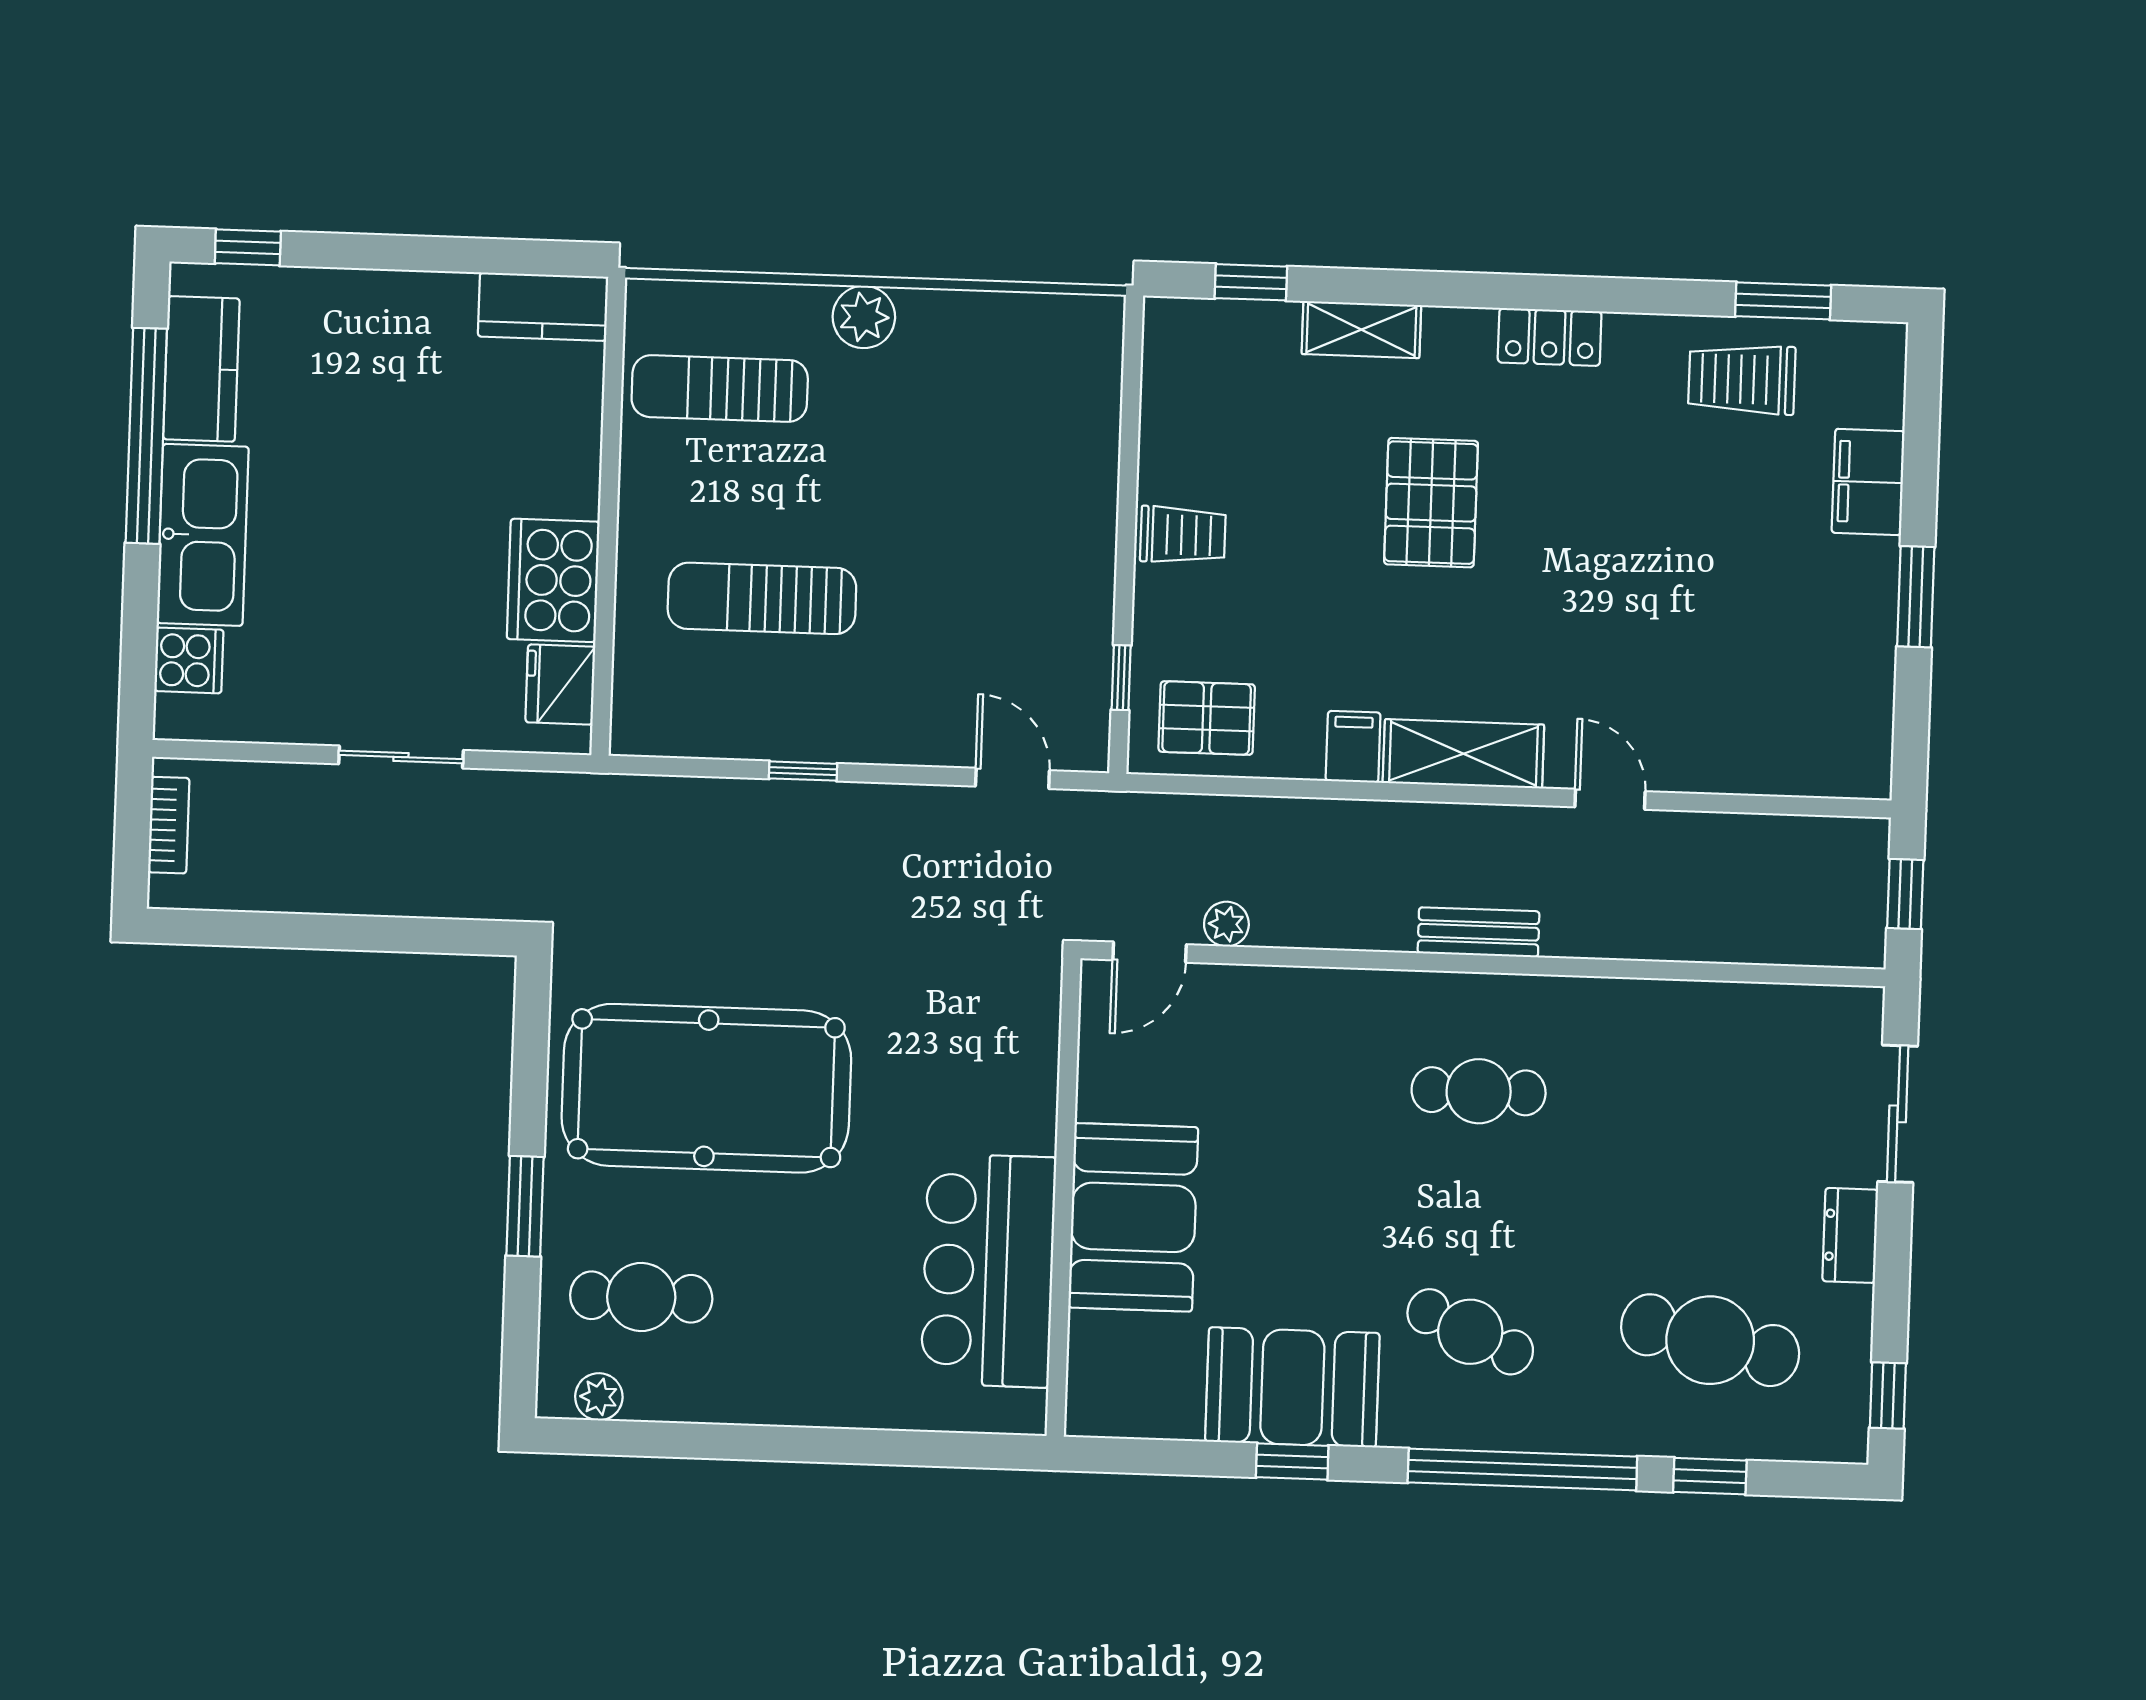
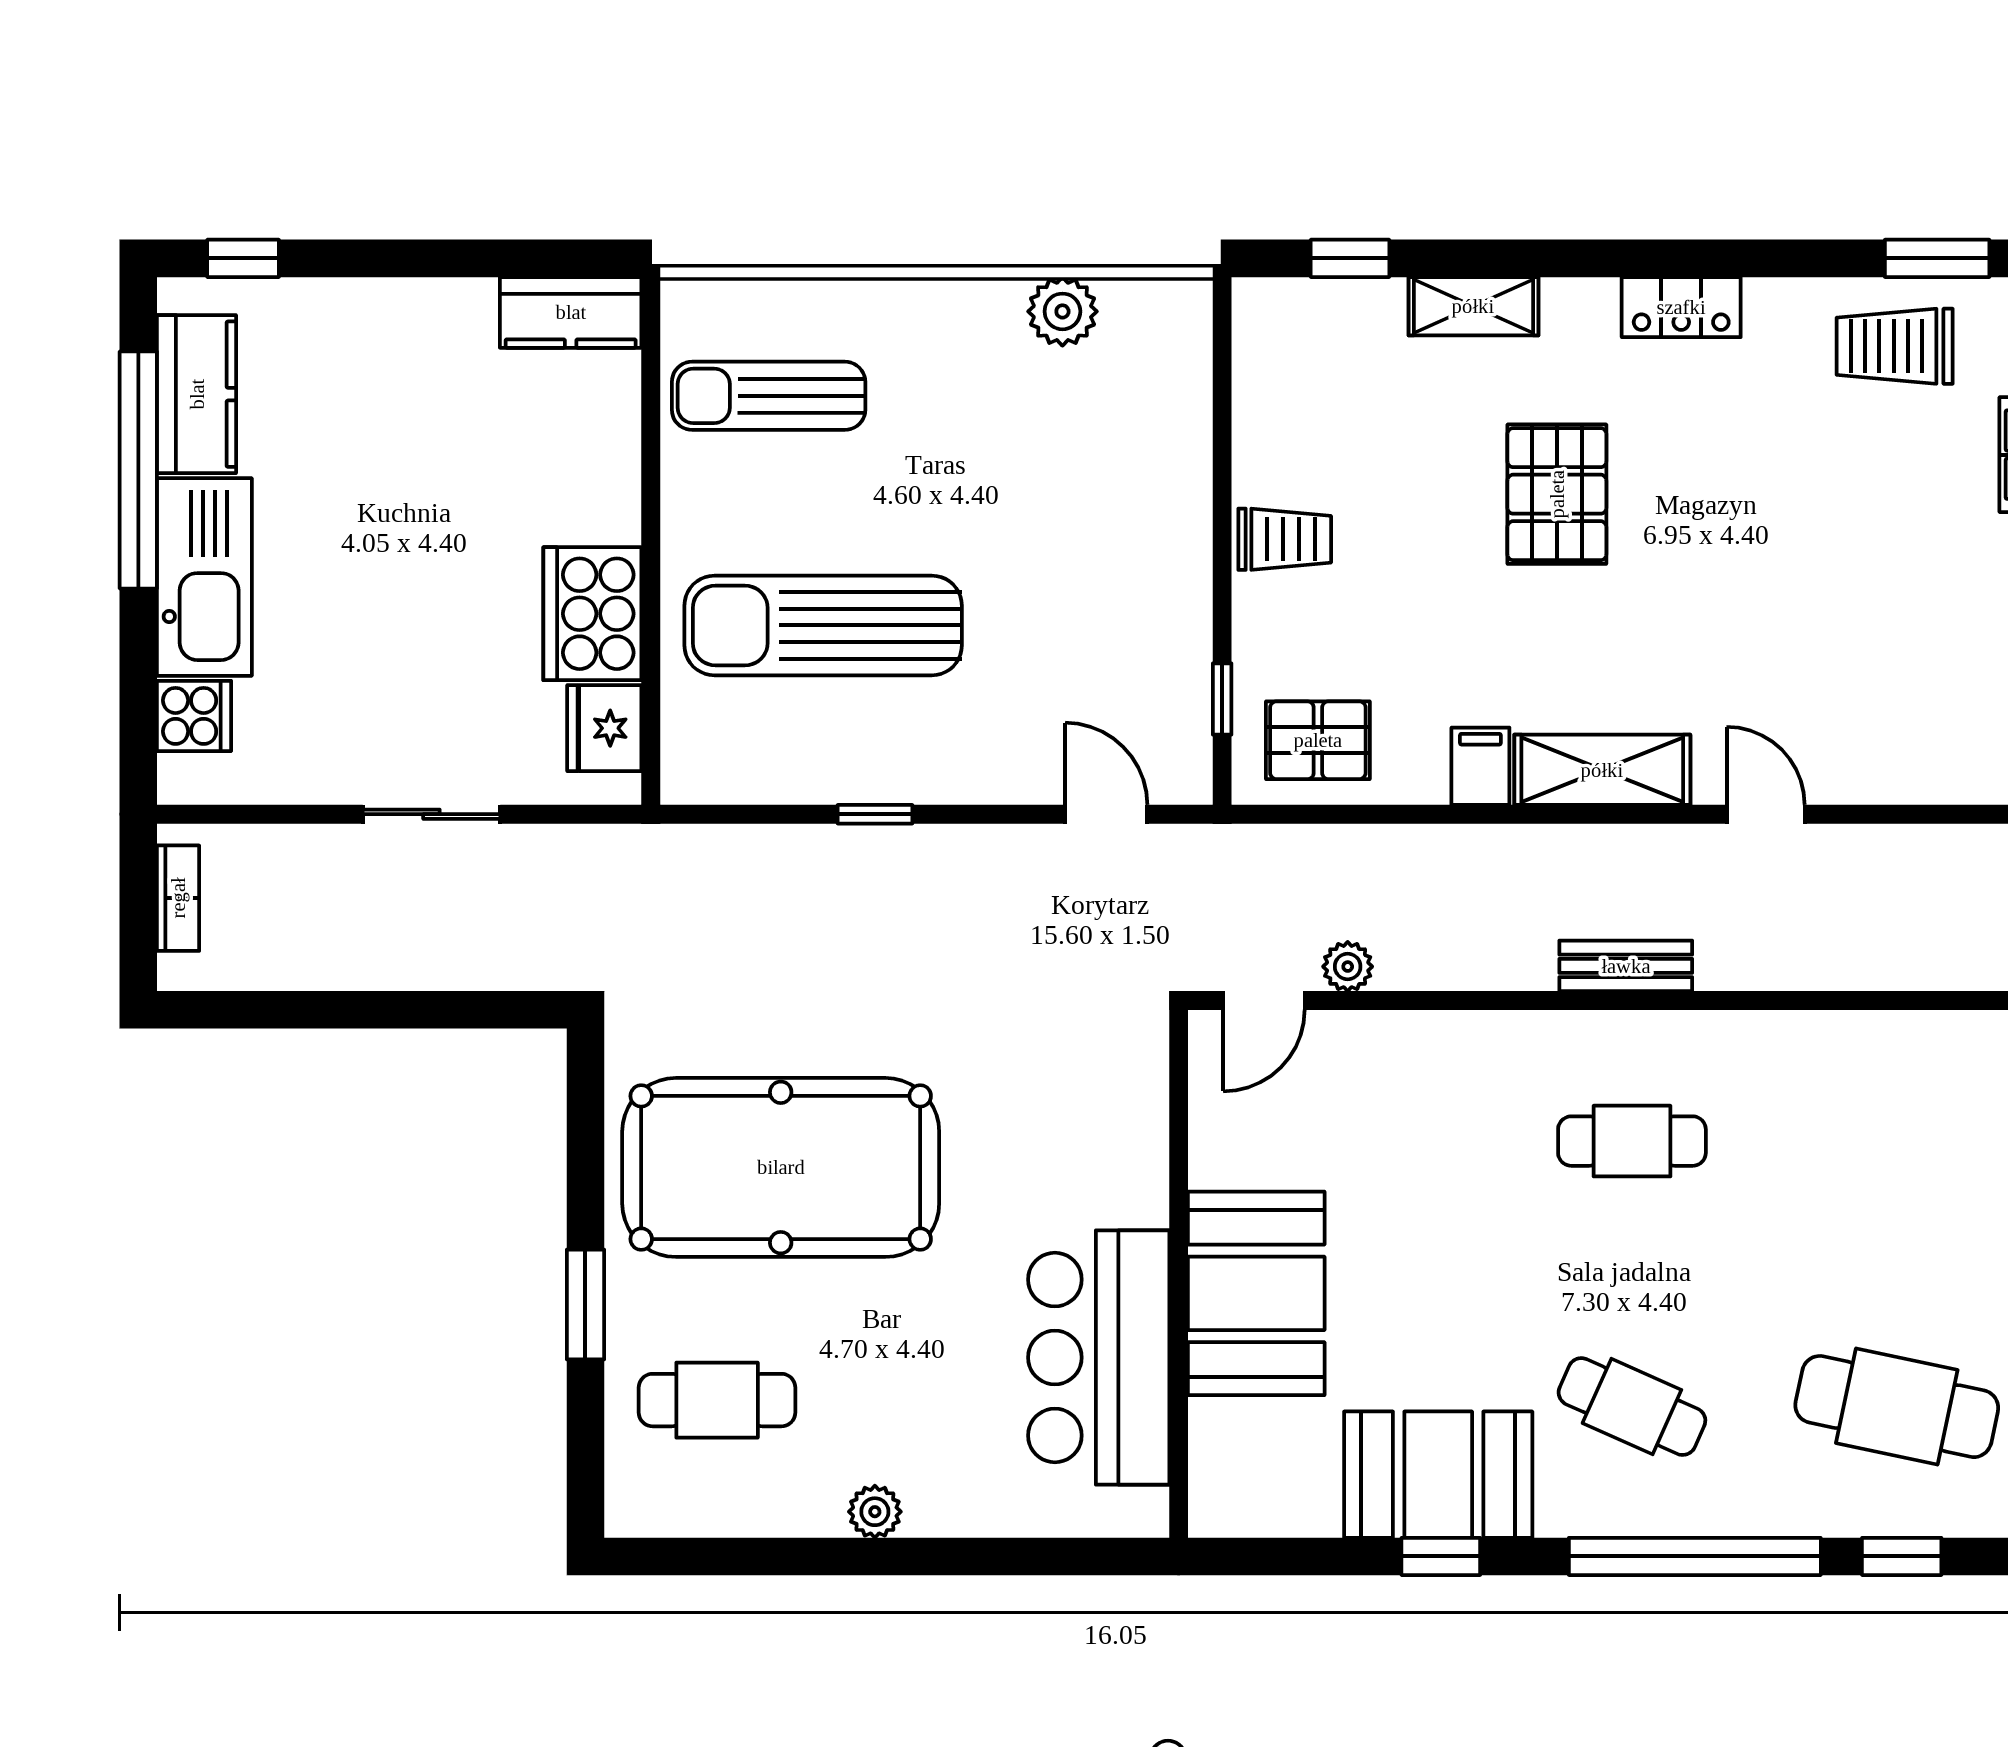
plant: (864, 317) -> (1062, 311), moved
sun lounger: (762, 598) -> (823, 625), width x1.36, depth x1.34
plant: (599, 1397) -> (875, 1512), moved

